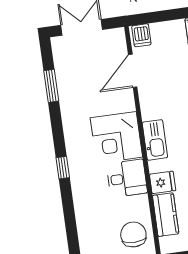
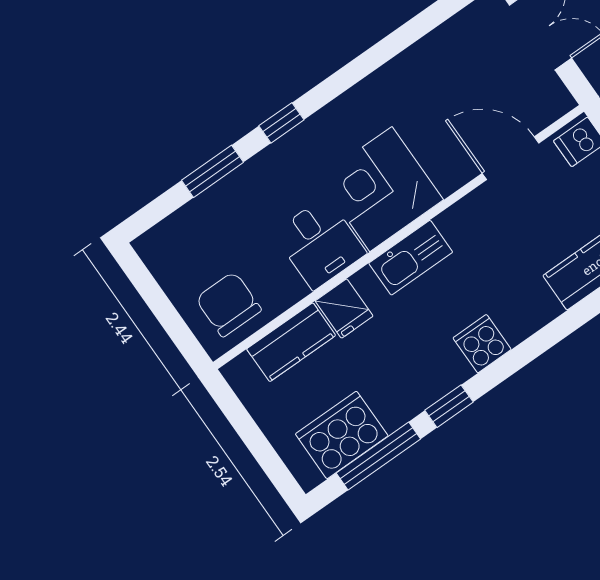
window: (51, 86) -> (212, 171), moved
chair: (133, 234) -> (228, 304), turned -90

